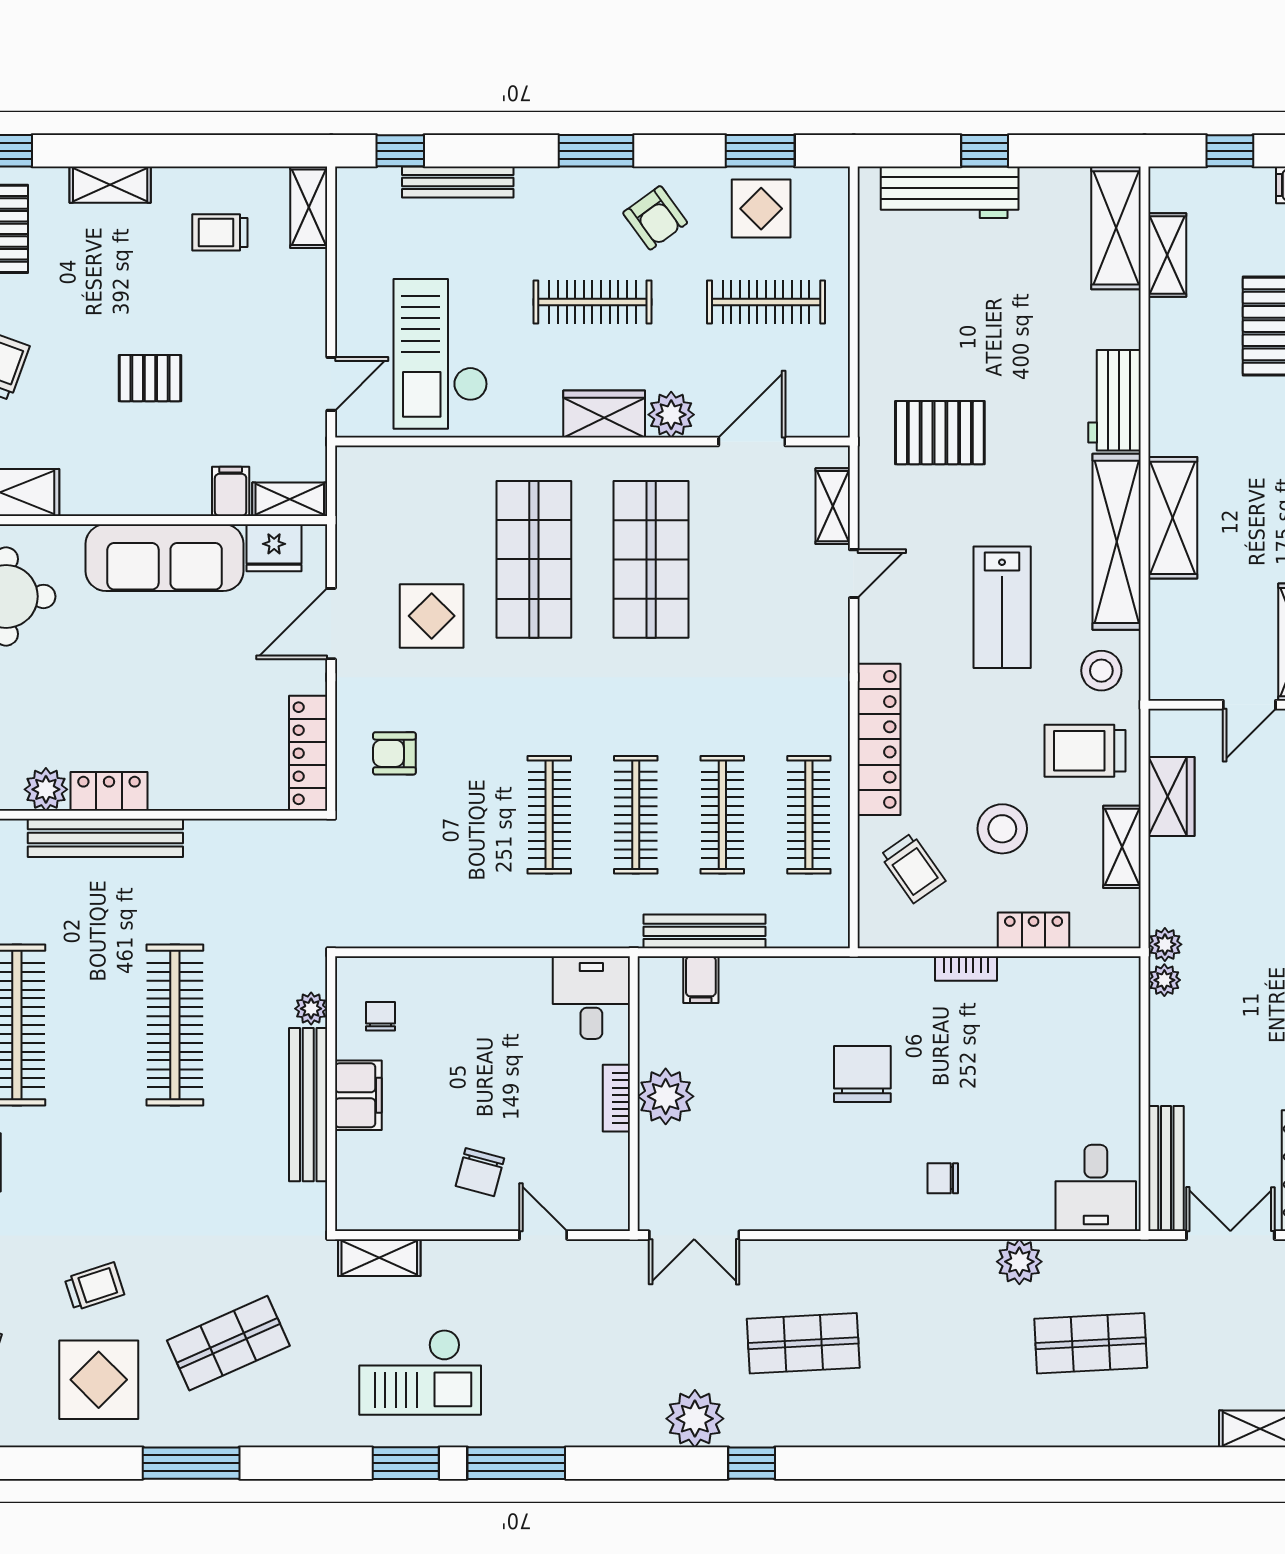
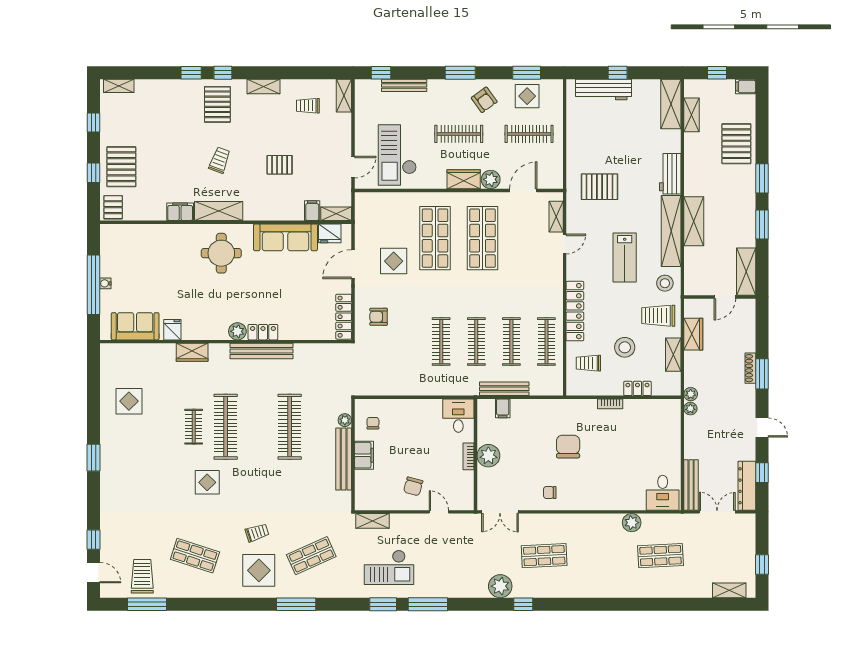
trolley: (913, 868) -> (588, 363), turned 125
chair: (943, 1178) -> (550, 493), moved

